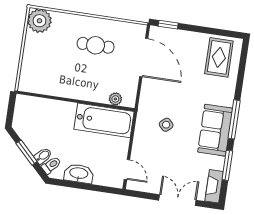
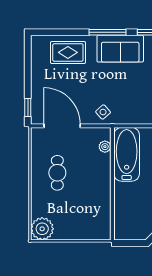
rug: (219, 57) -> (68, 52), moved
door: (144, 58) -> (62, 126), hinge flipped
side table: (166, 125) -> (103, 112), moved

